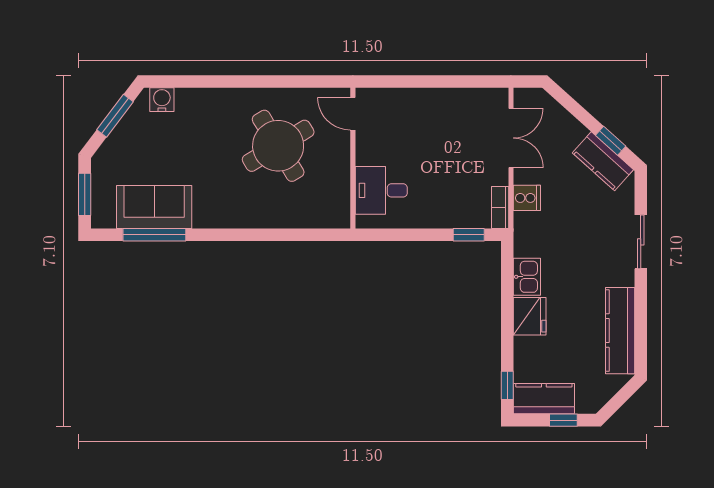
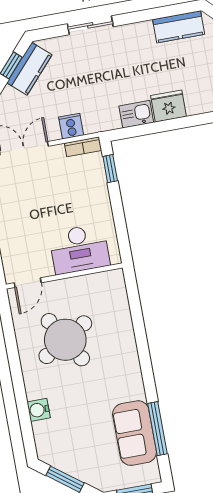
water cooler: (162, 100) -> (39, 410), moved
desk: (381, 190) -> (79, 249), width x1.37
kitchen counter: (620, 331) -> (179, 27), width x0.67

